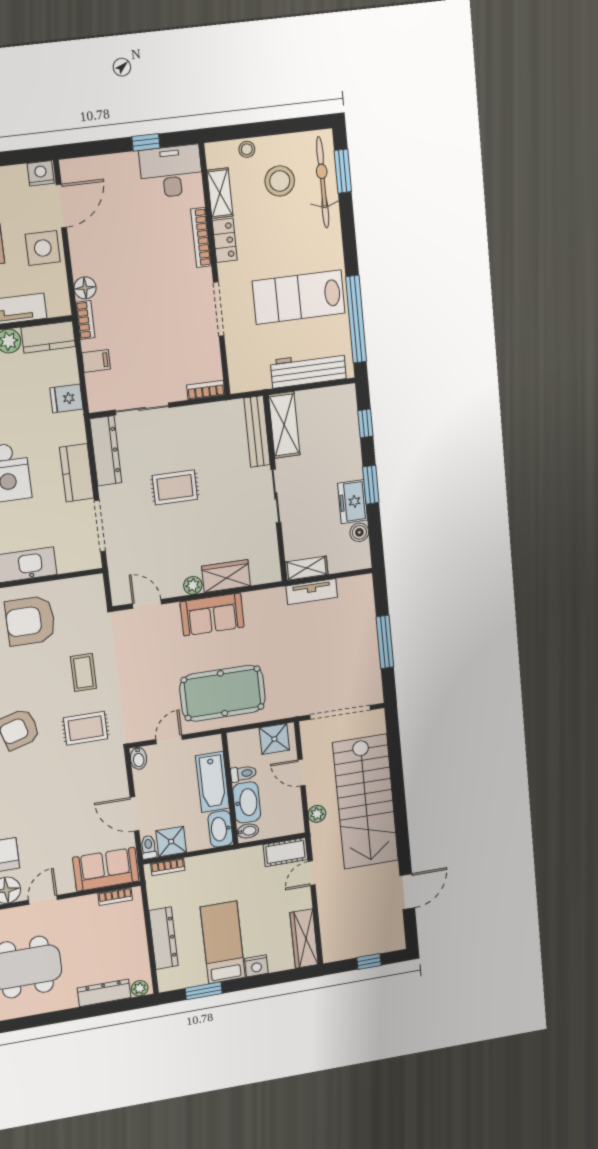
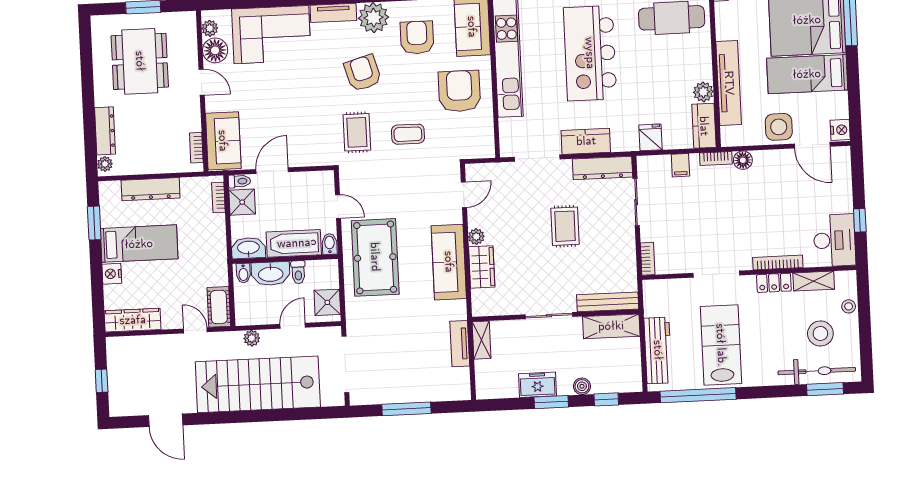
boiler: (359, 532) -> (582, 386), moved
sofa: (212, 614) -> (449, 262), width x1.36
bidet: (138, 758) -> (330, 244), moved, turned 90

